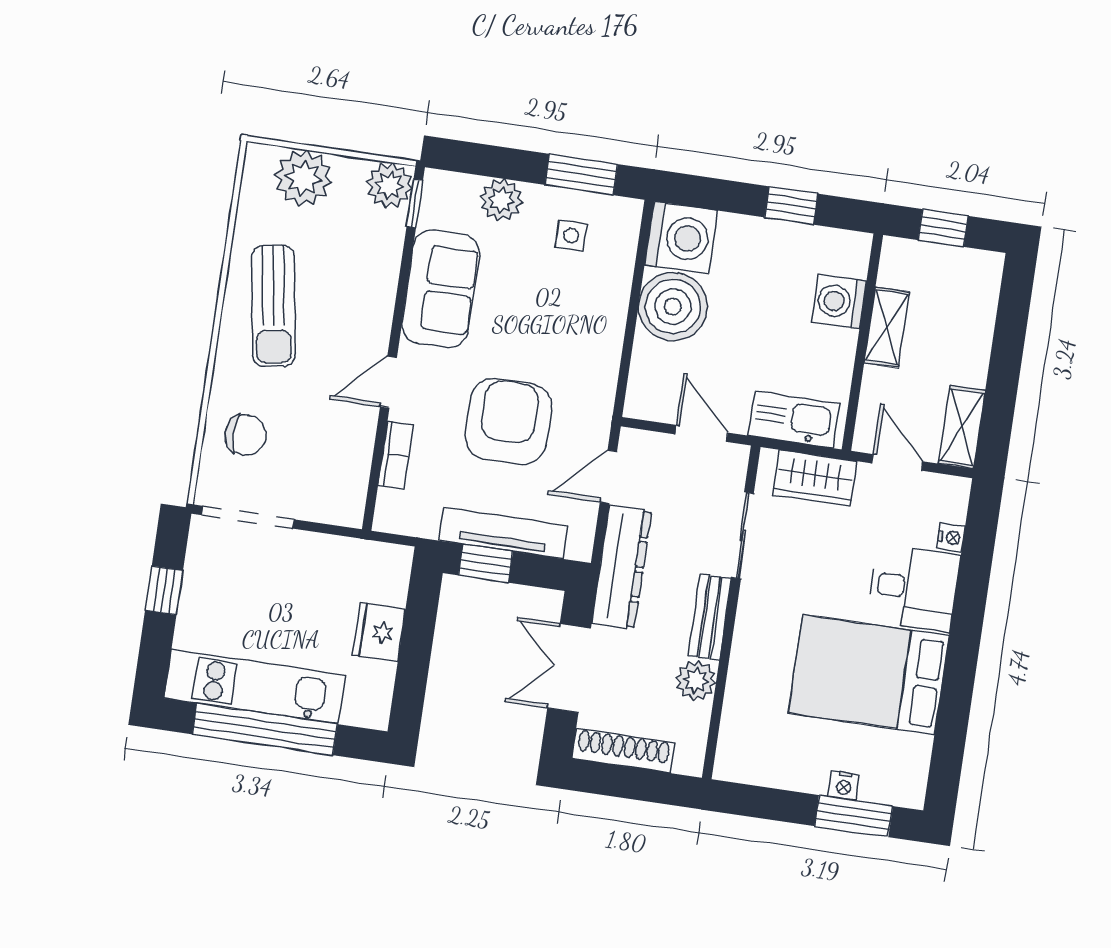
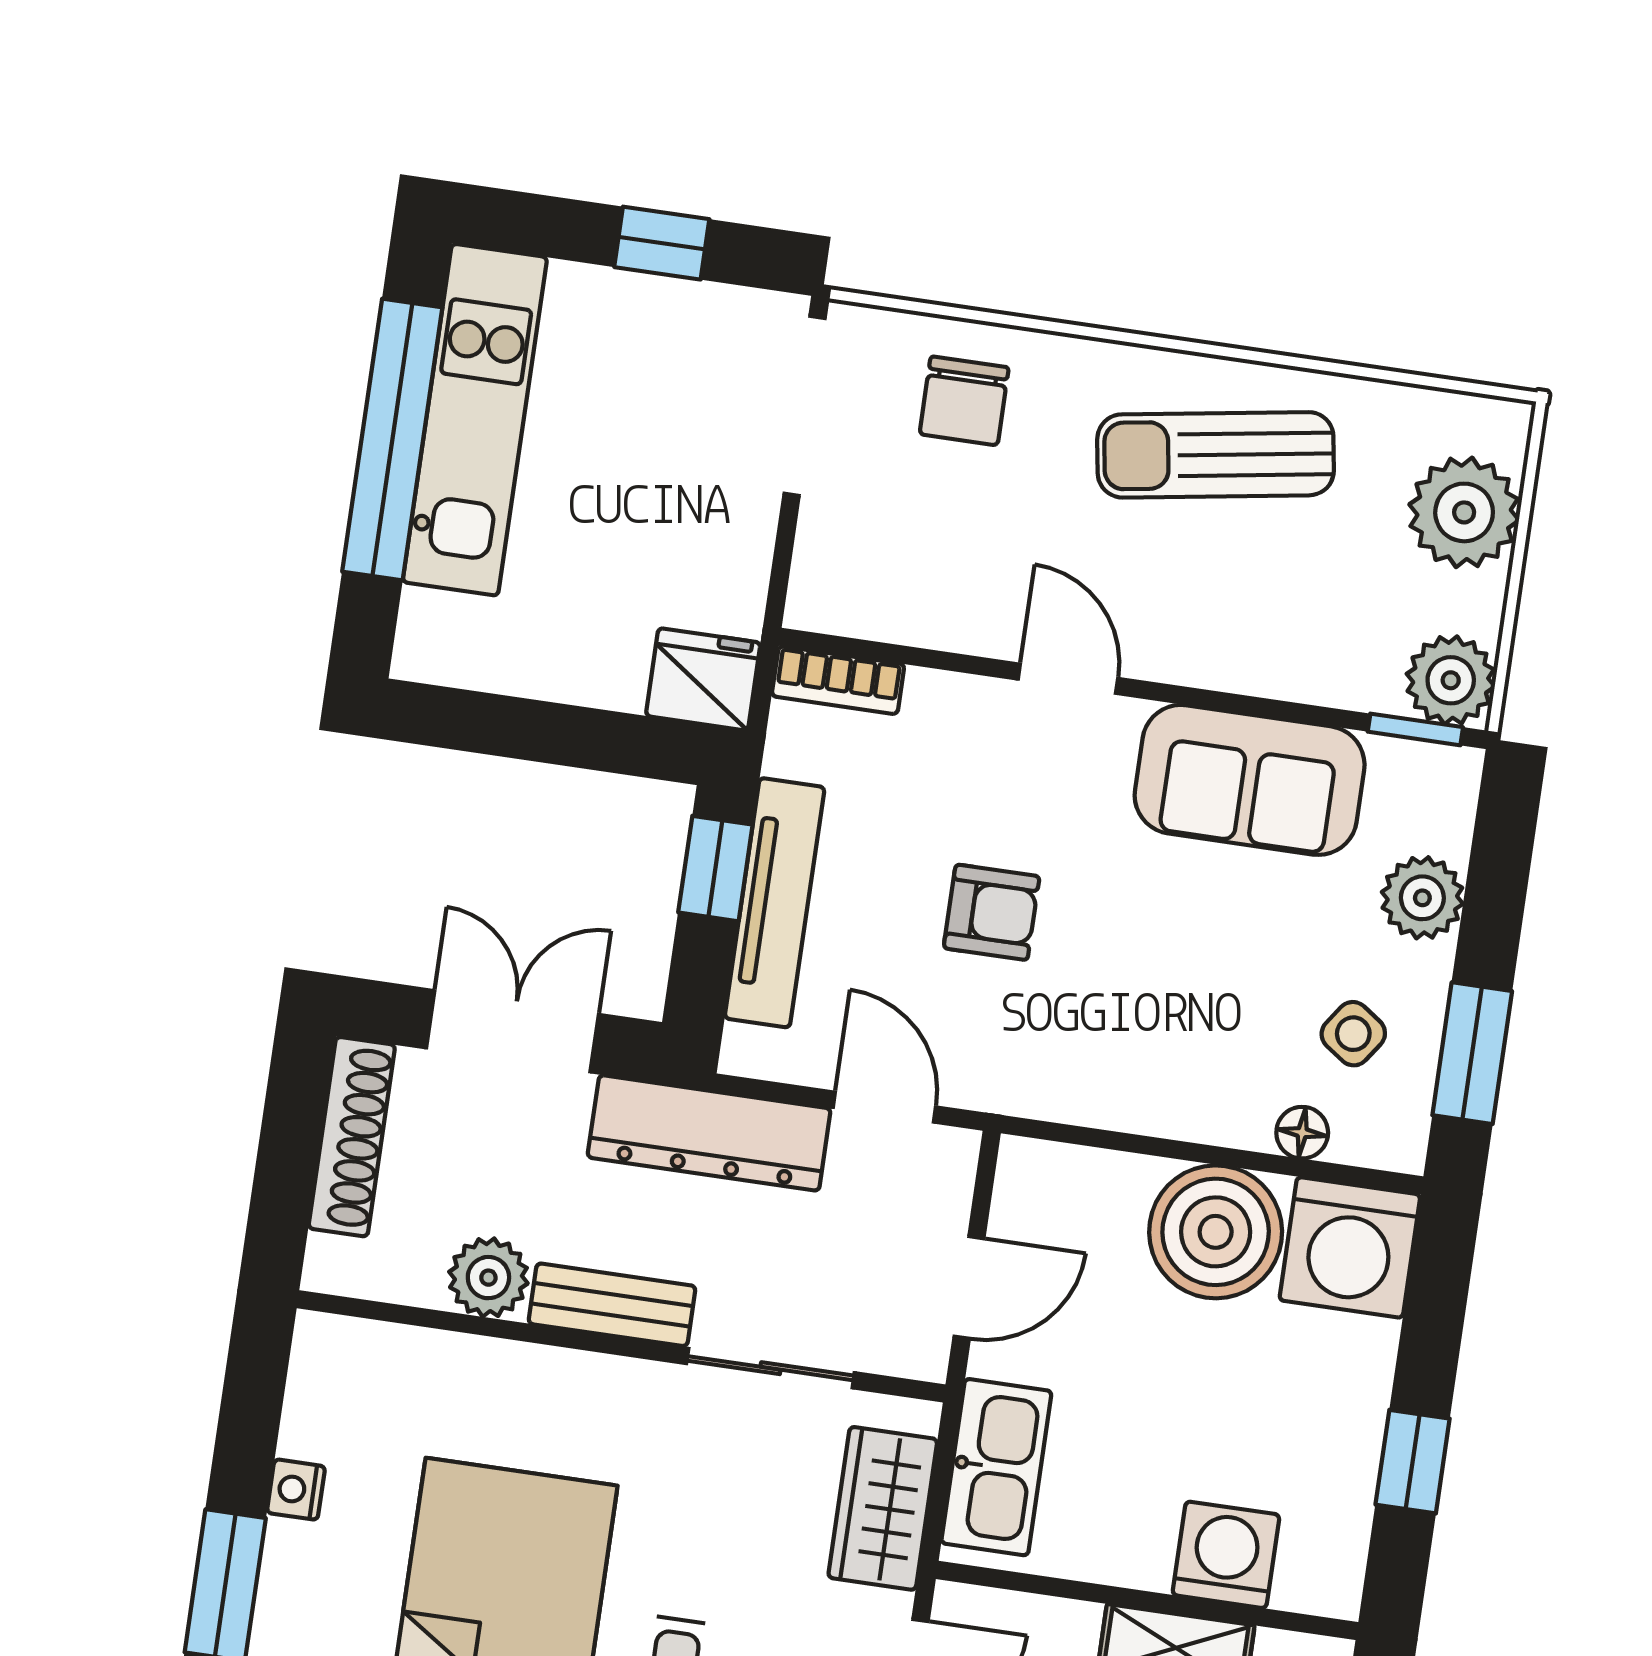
side table: (571, 236) -> (1353, 1034), turned 35
floor lamp: (622, 262) -> (1302, 1133), added
armchair: (508, 422) -> (992, 912), width x0.53, depth x0.53
bookcase: (396, 455) -> (838, 680), moved
fridge: (379, 632) -> (703, 679), moved
nightstand: (844, 785) -> (296, 1490), moved

